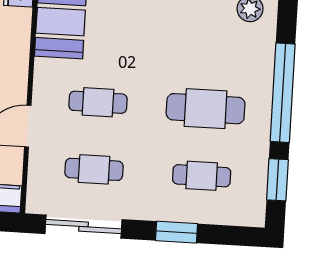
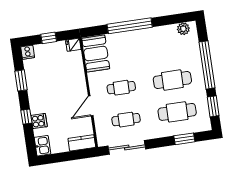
cafe table: (202, 176) -> (177, 112), width x1.37, depth x1.35
window: (177, 232) -> (184, 139), moved

